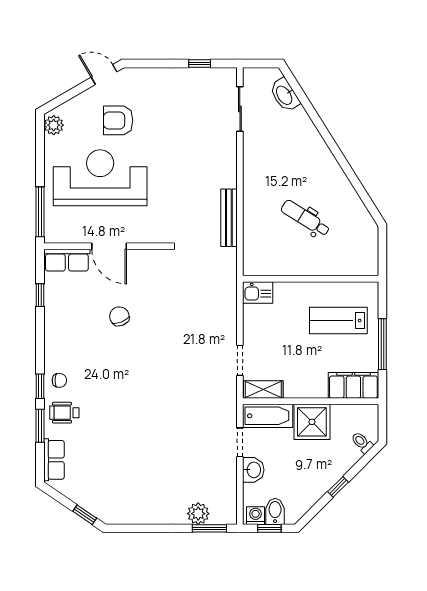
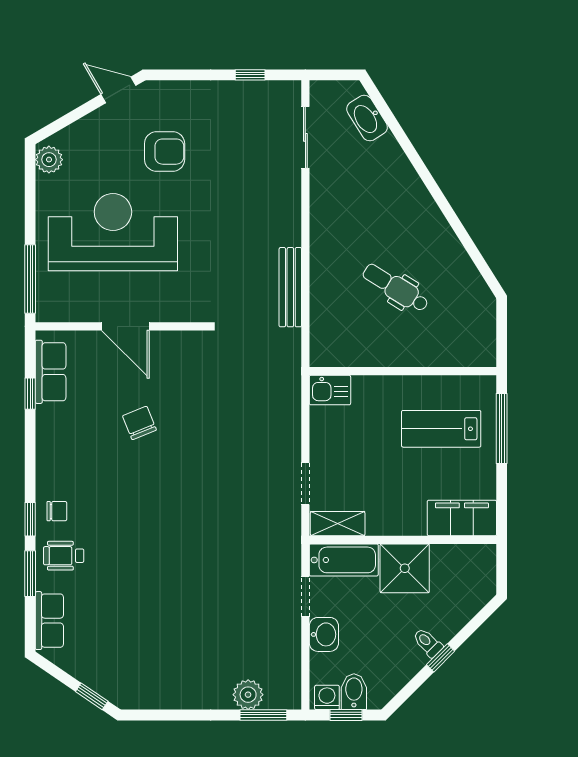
armchair: (118, 120) -> (165, 152), moved, turned 180
row of seats: (67, 260) -> (51, 372), moved, turned -90
window: (382, 344) -> (502, 429), moved
toilet: (362, 442) -> (428, 643), moved

